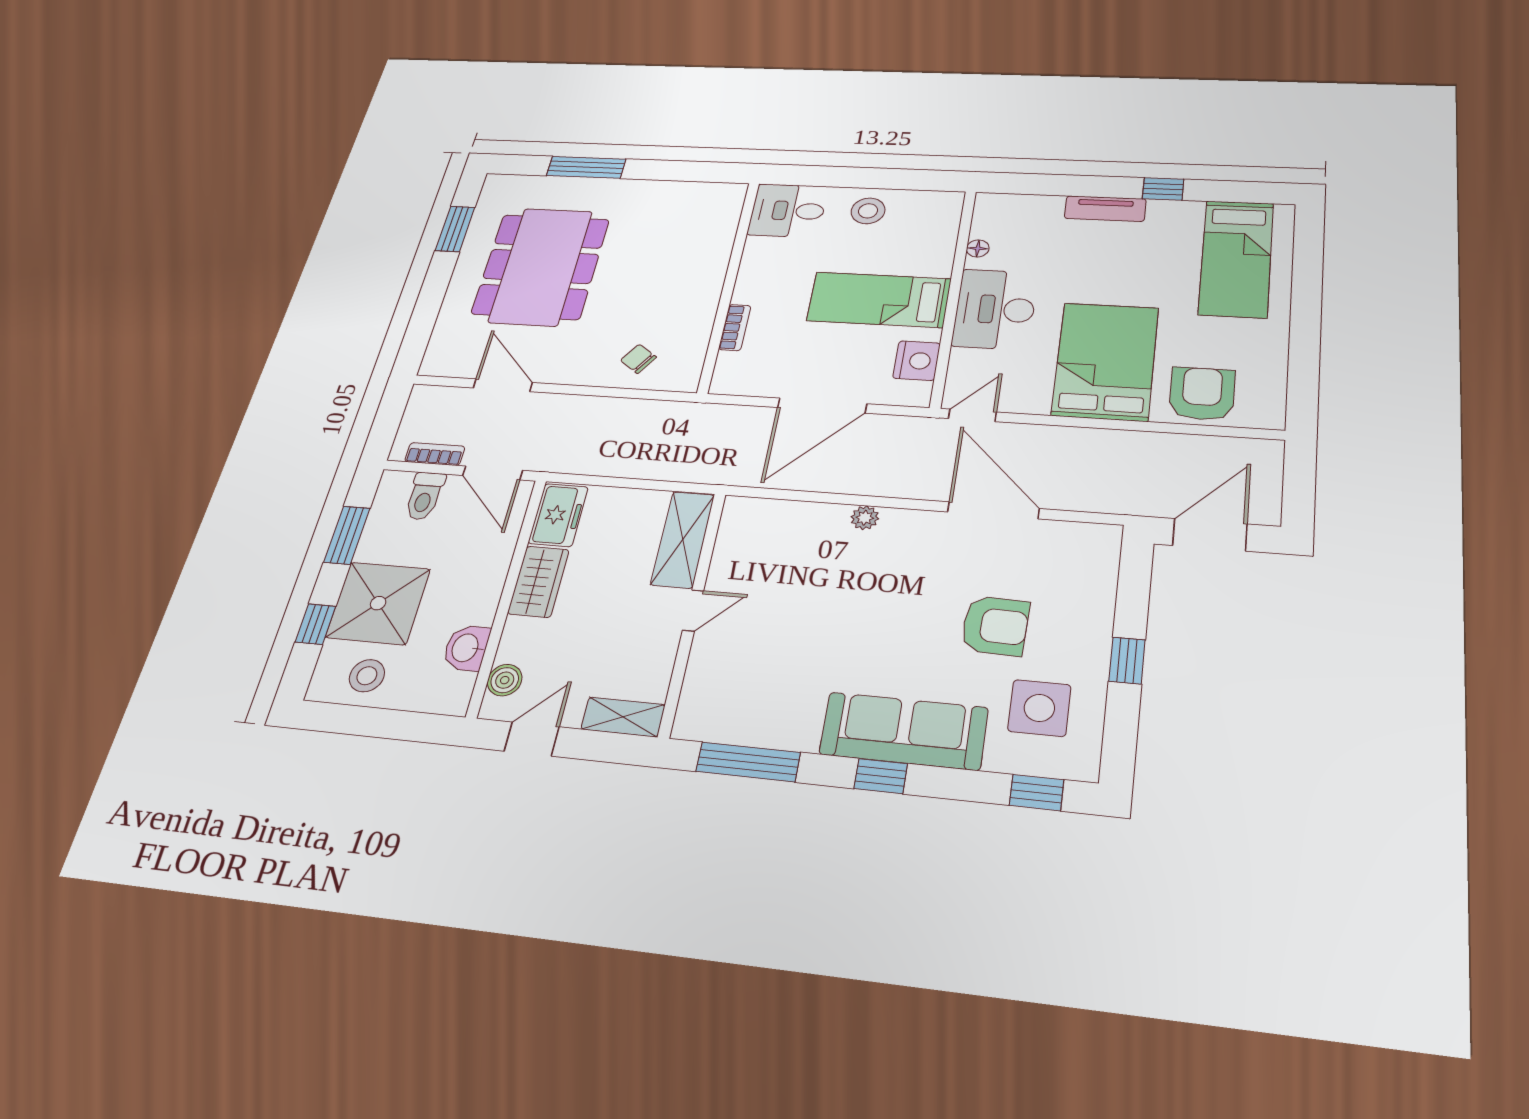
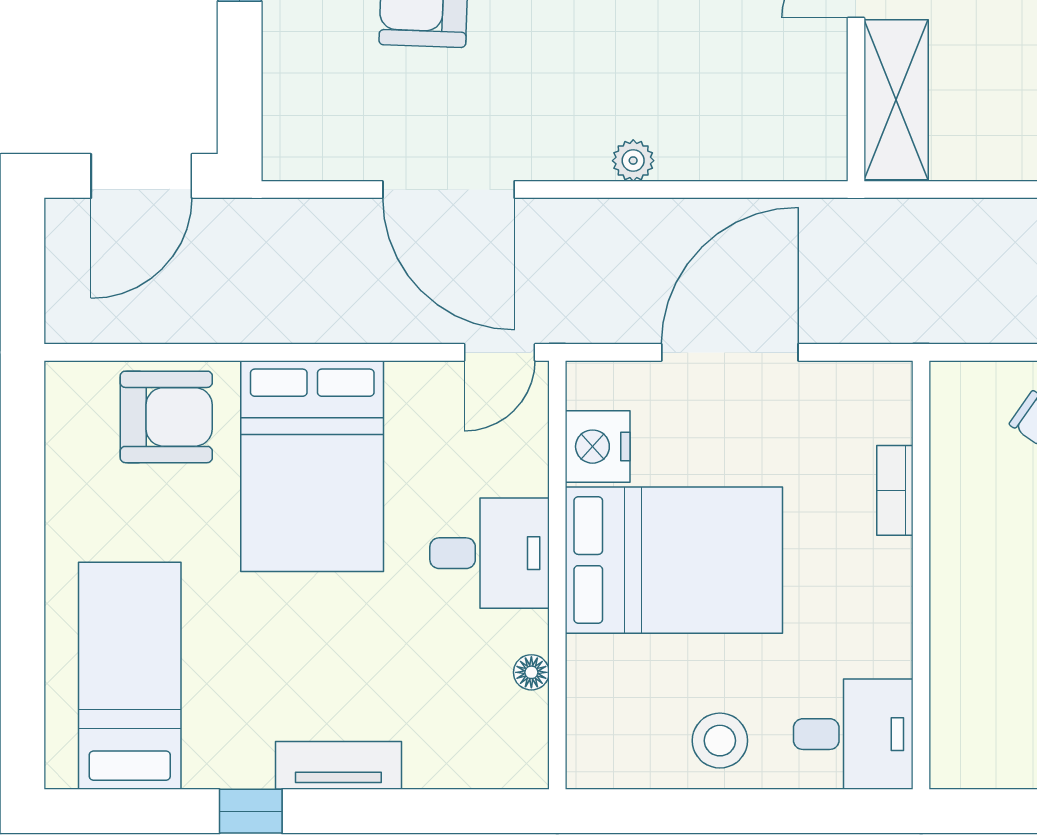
bed: (879, 300) -> (674, 560), width x1.50
desk: (995, 309) -> (490, 553), width x0.73
armchair: (1202, 394) -> (166, 417), turned -90

